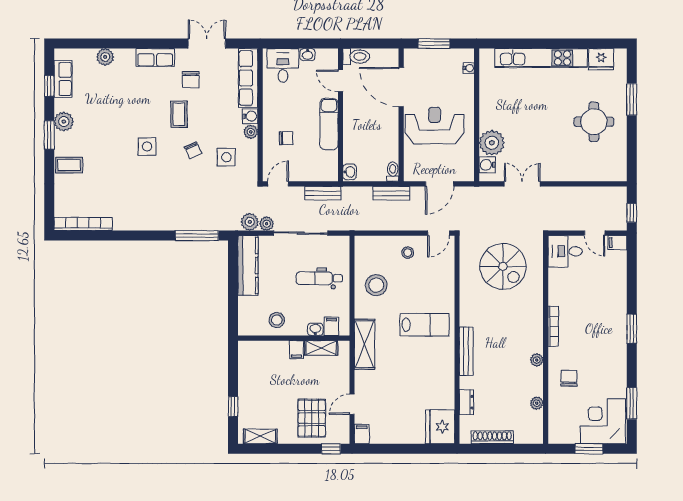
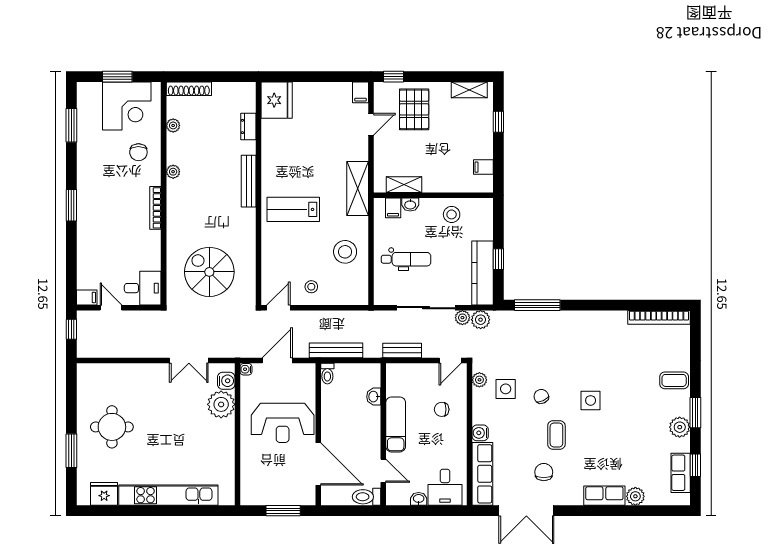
double door: (207, 44) -> (526, 511), width x1.37
row of seats: (155, 58) -> (604, 496), moved
water cooler: (469, 68) -> (246, 369), moved
plant: (251, 132) -> (479, 380), moved
washbasin: (349, 172) -> (374, 397), moved
bench: (391, 193) -> (336, 350), width x1.36
window: (233, 278) -> (498, 259), added
filing cabinet: (297, 350) -> (483, 167), moved, turned -90
corner desk: (603, 421) -> (127, 106), moved
shoe rack: (492, 437) -> (189, 89), moved

